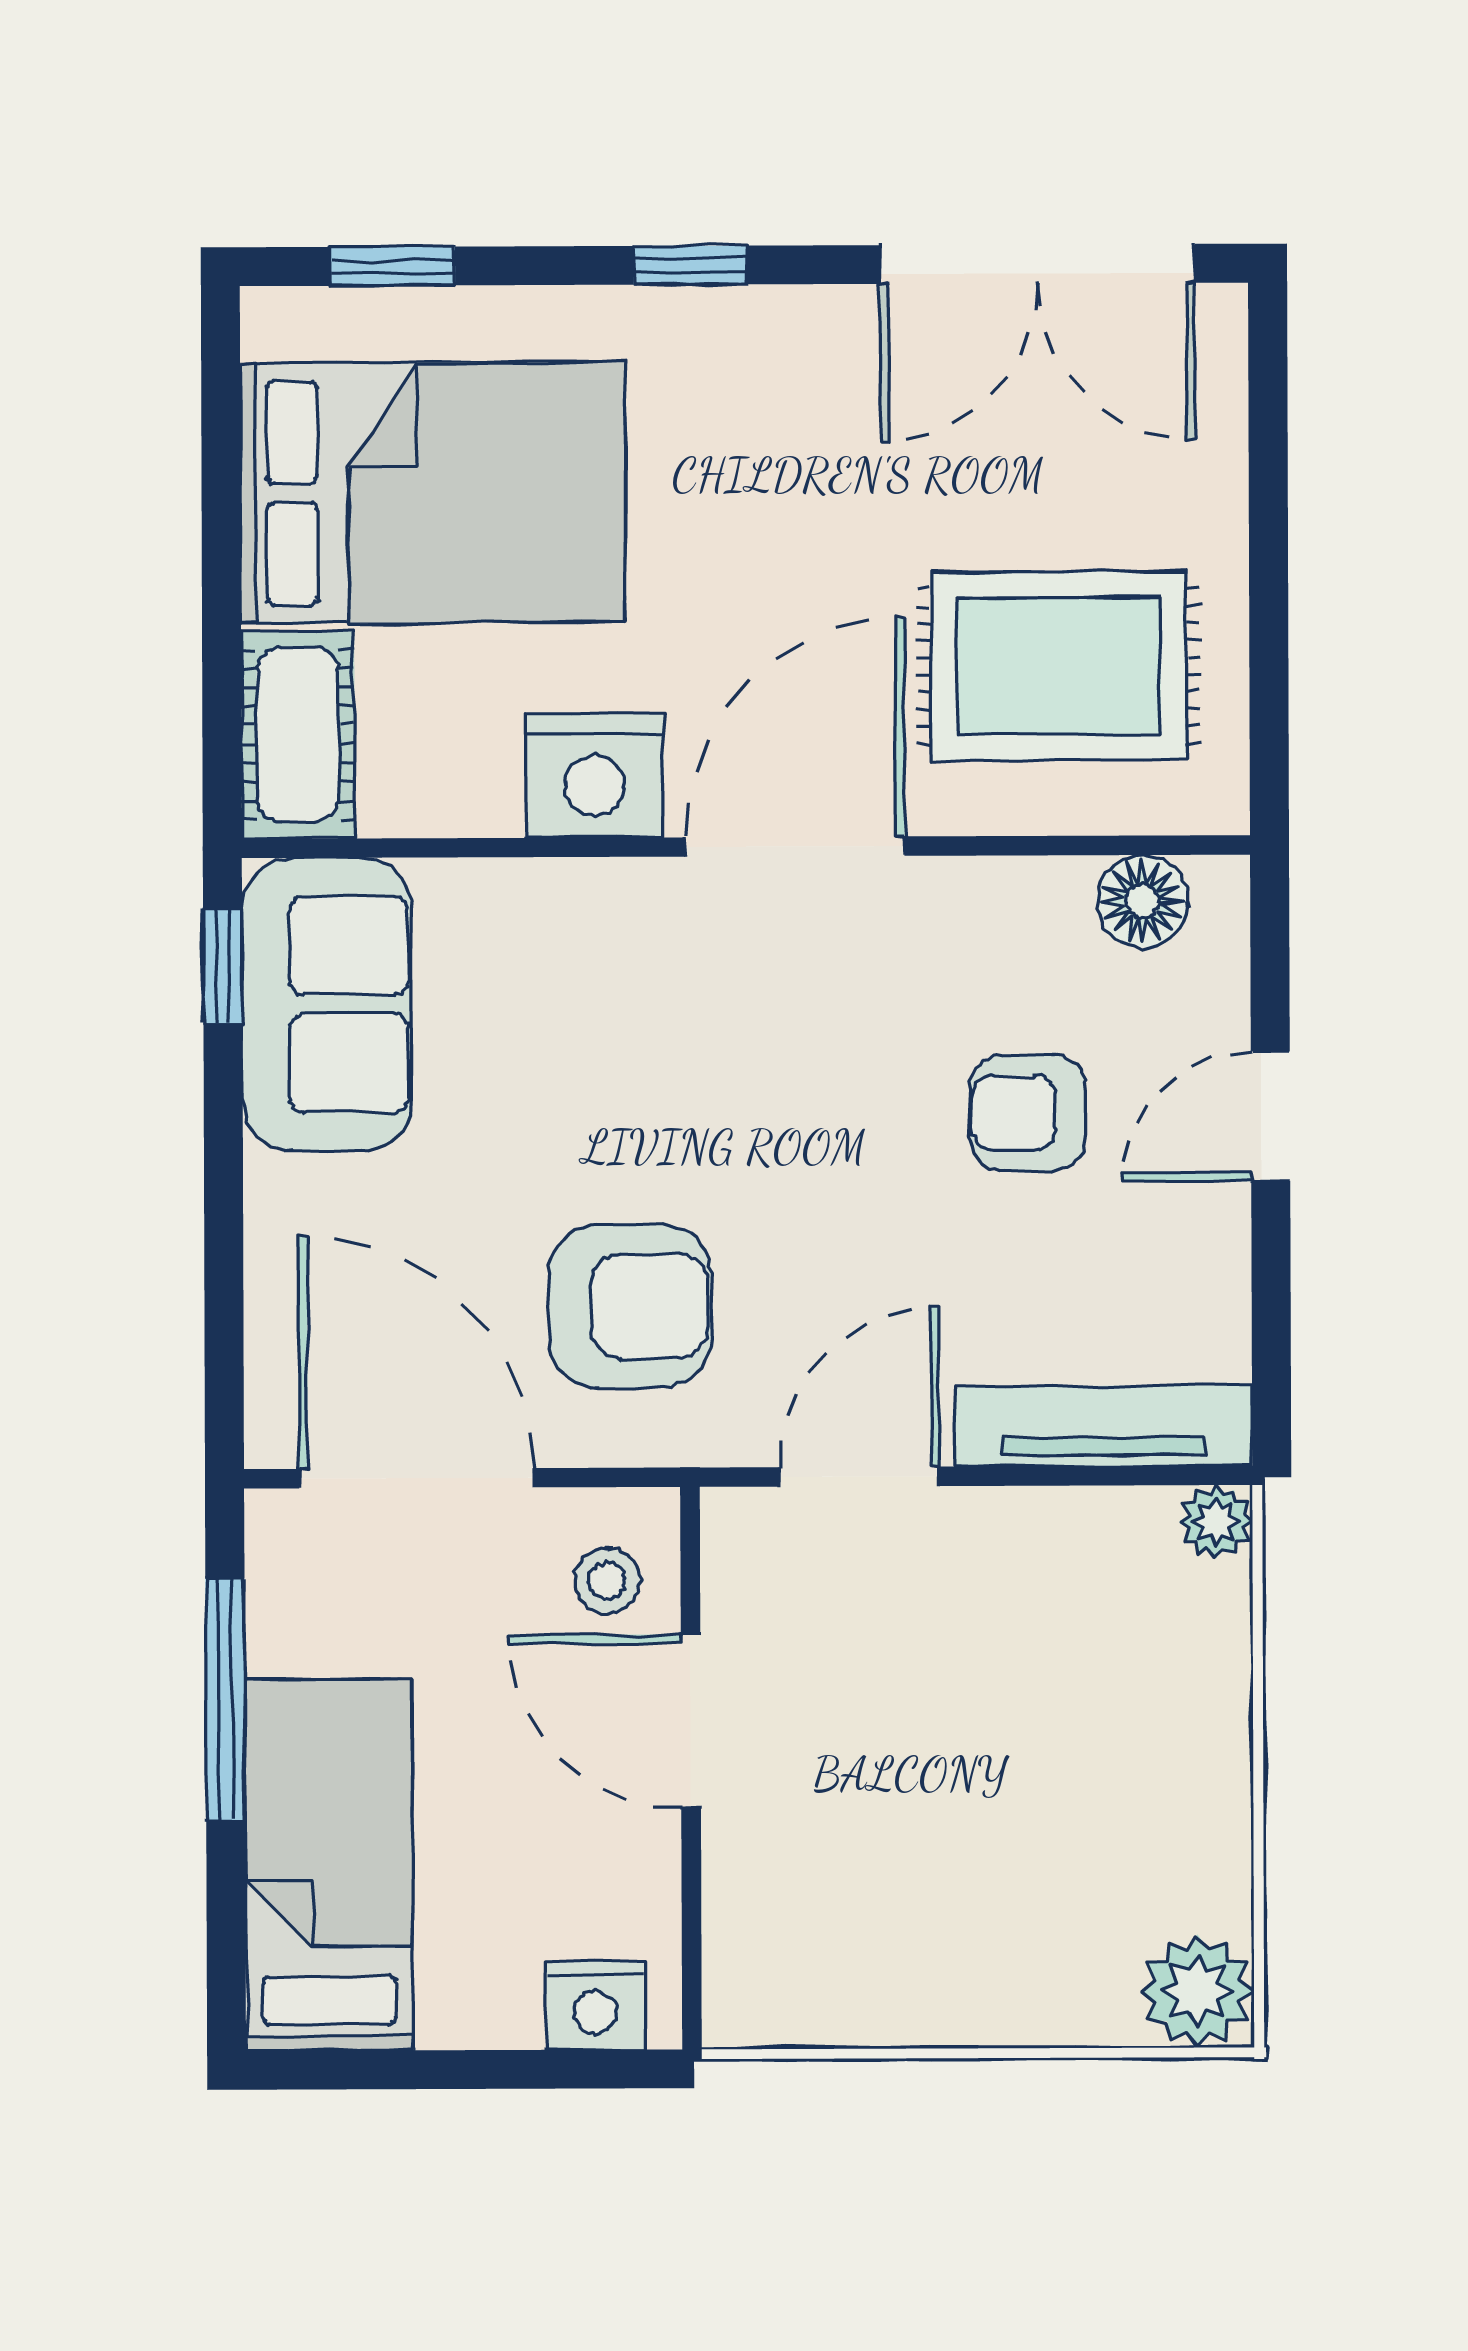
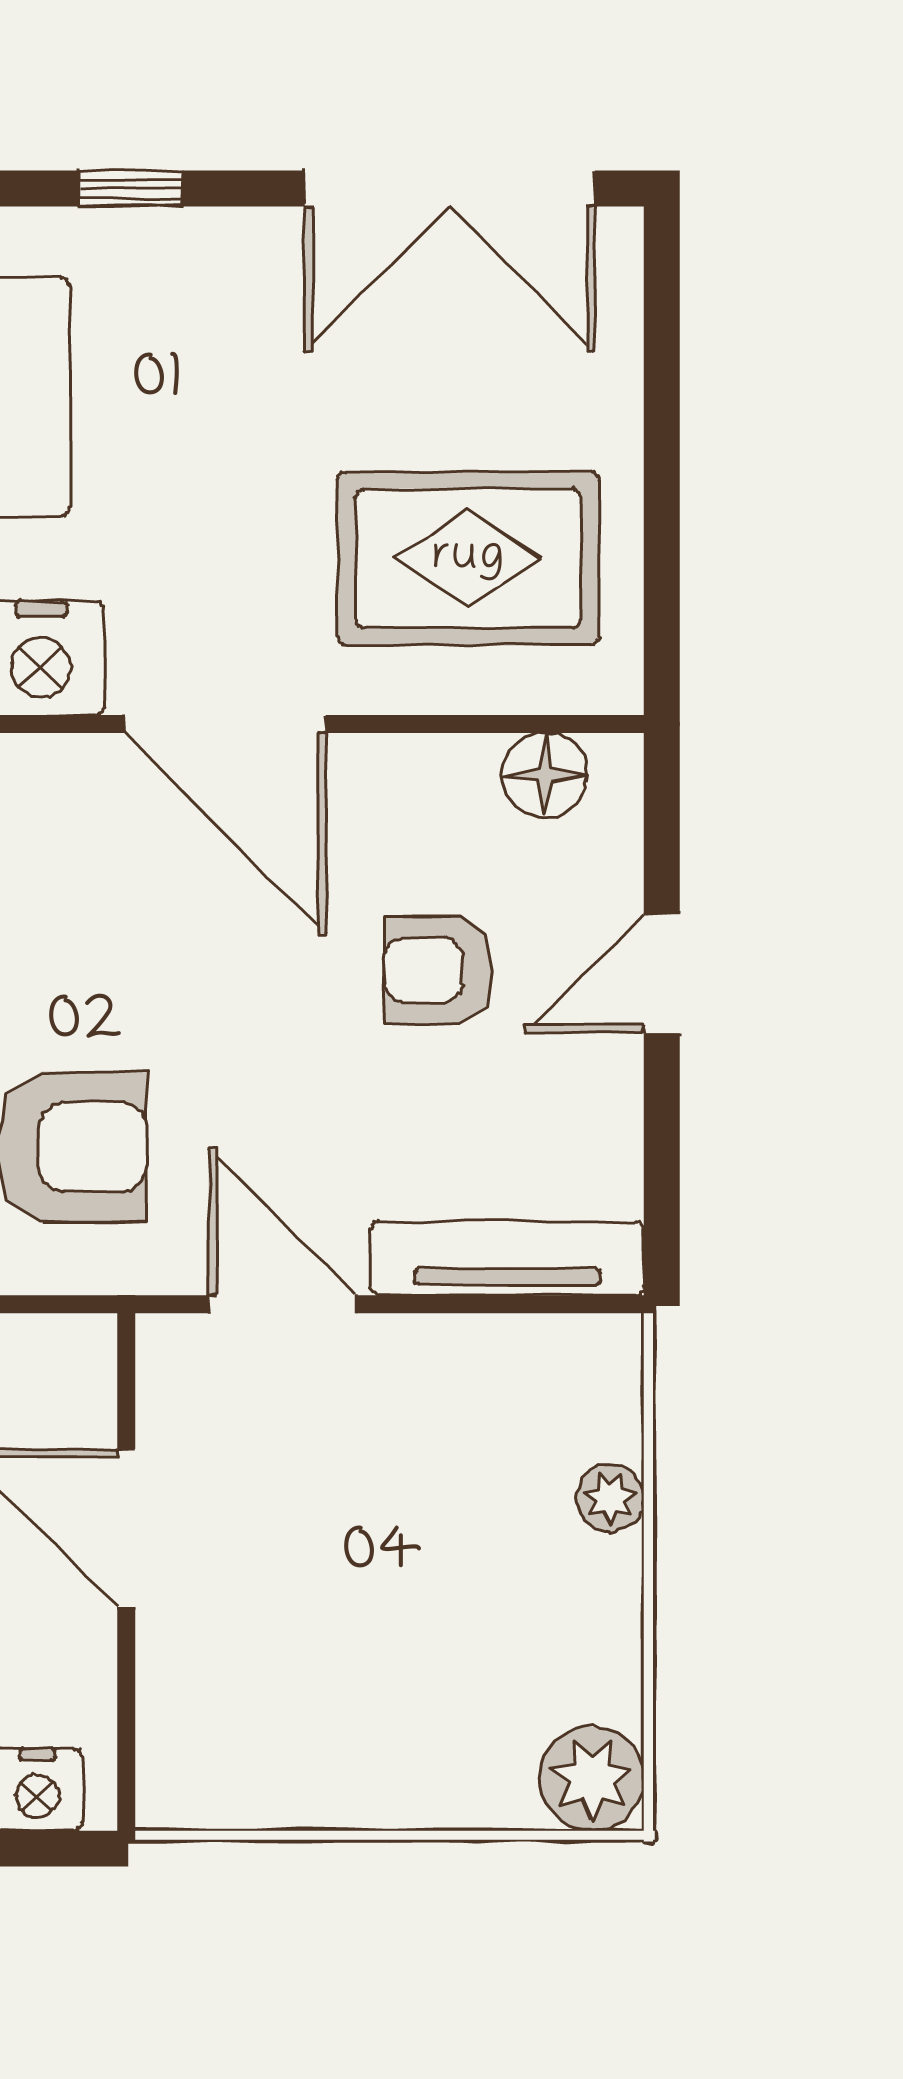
door: (795, 847) -> (225, 724), swing flipped
door: (859, 1477) -> (282, 1304), hinge flipped
plant: (1216, 1522) -> (610, 1498), moved
stool: (607, 1581) -> (50, 1399), removed

